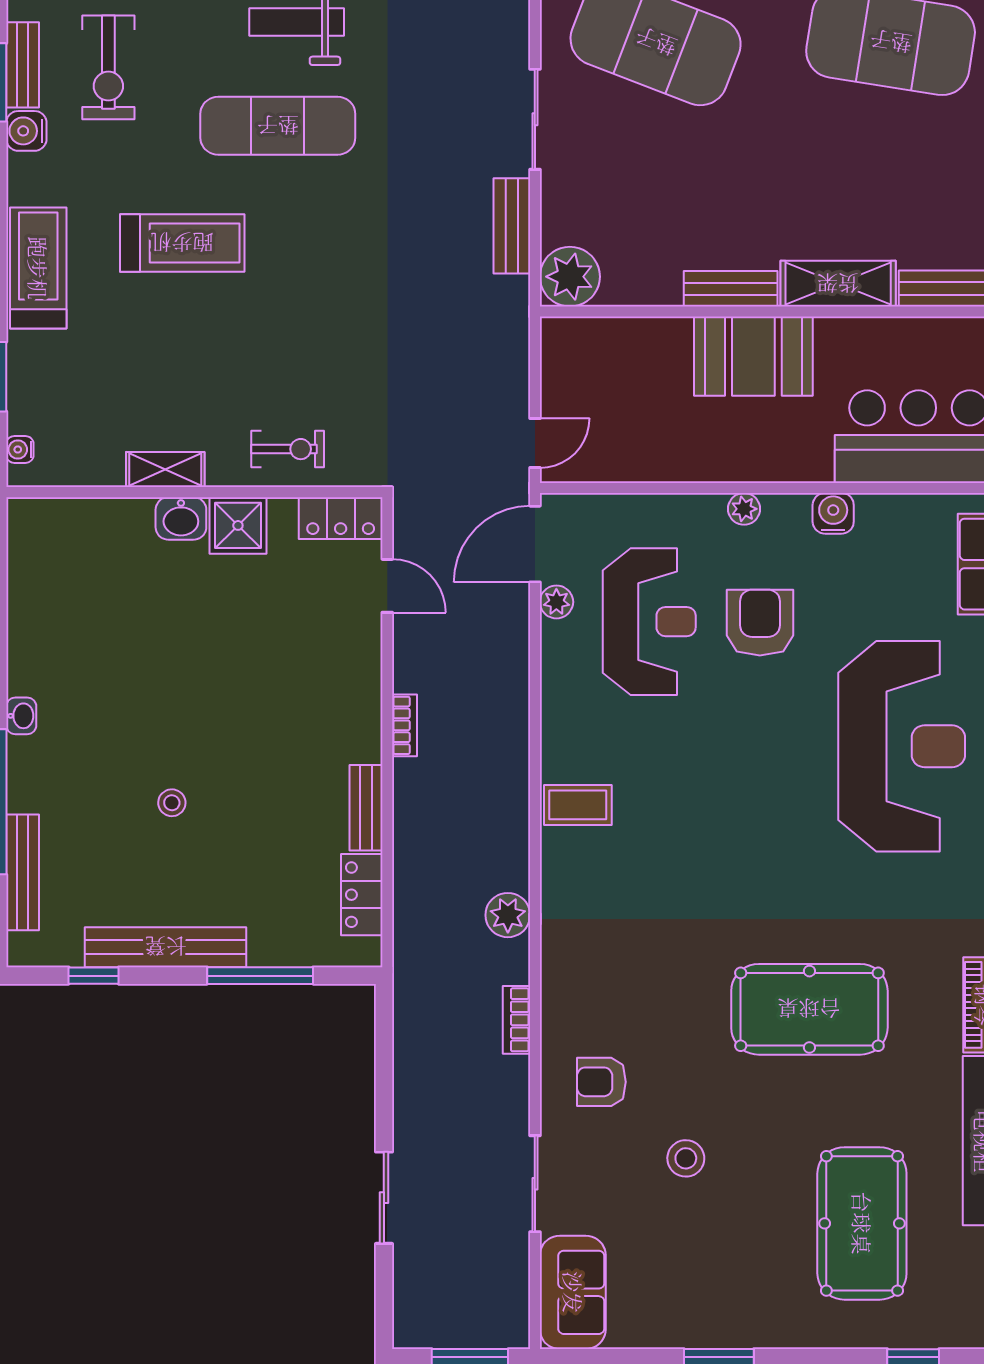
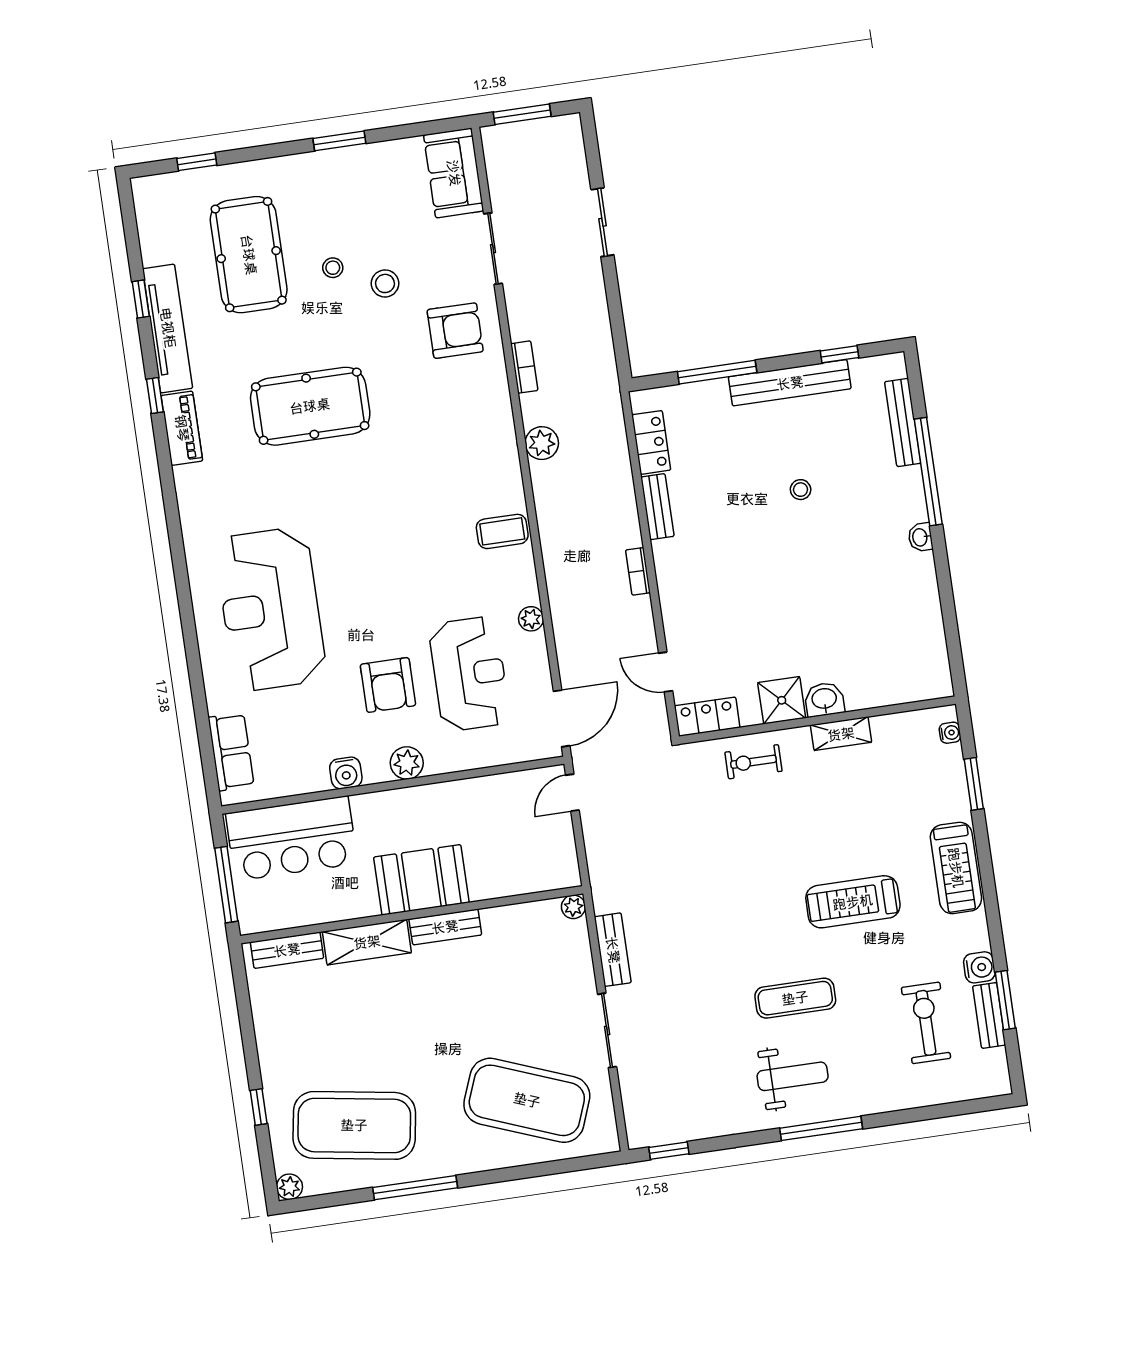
exercise mat: (278, 126) -> (795, 998), width x0.73, depth x0.69
plant: (570, 277) -> (573, 907), width x0.53, depth x0.53
plant: (744, 509) -> (407, 763), width x1.38, depth x1.38
plant: (556, 602) -> (531, 619), moved
reception desk: (649, 622) -> (469, 674), turned 180
armchair: (601, 1082) -> (455, 331), width x1.38, depth x1.38
stool: (752, 1190) -> (333, 268), added

